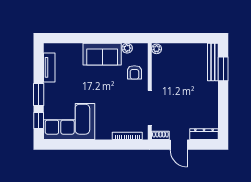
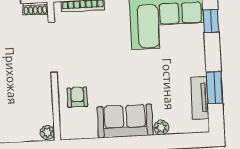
plant: (127, 48) -> (161, 128), moved
window: (39, 94) -> (214, 88), moved

